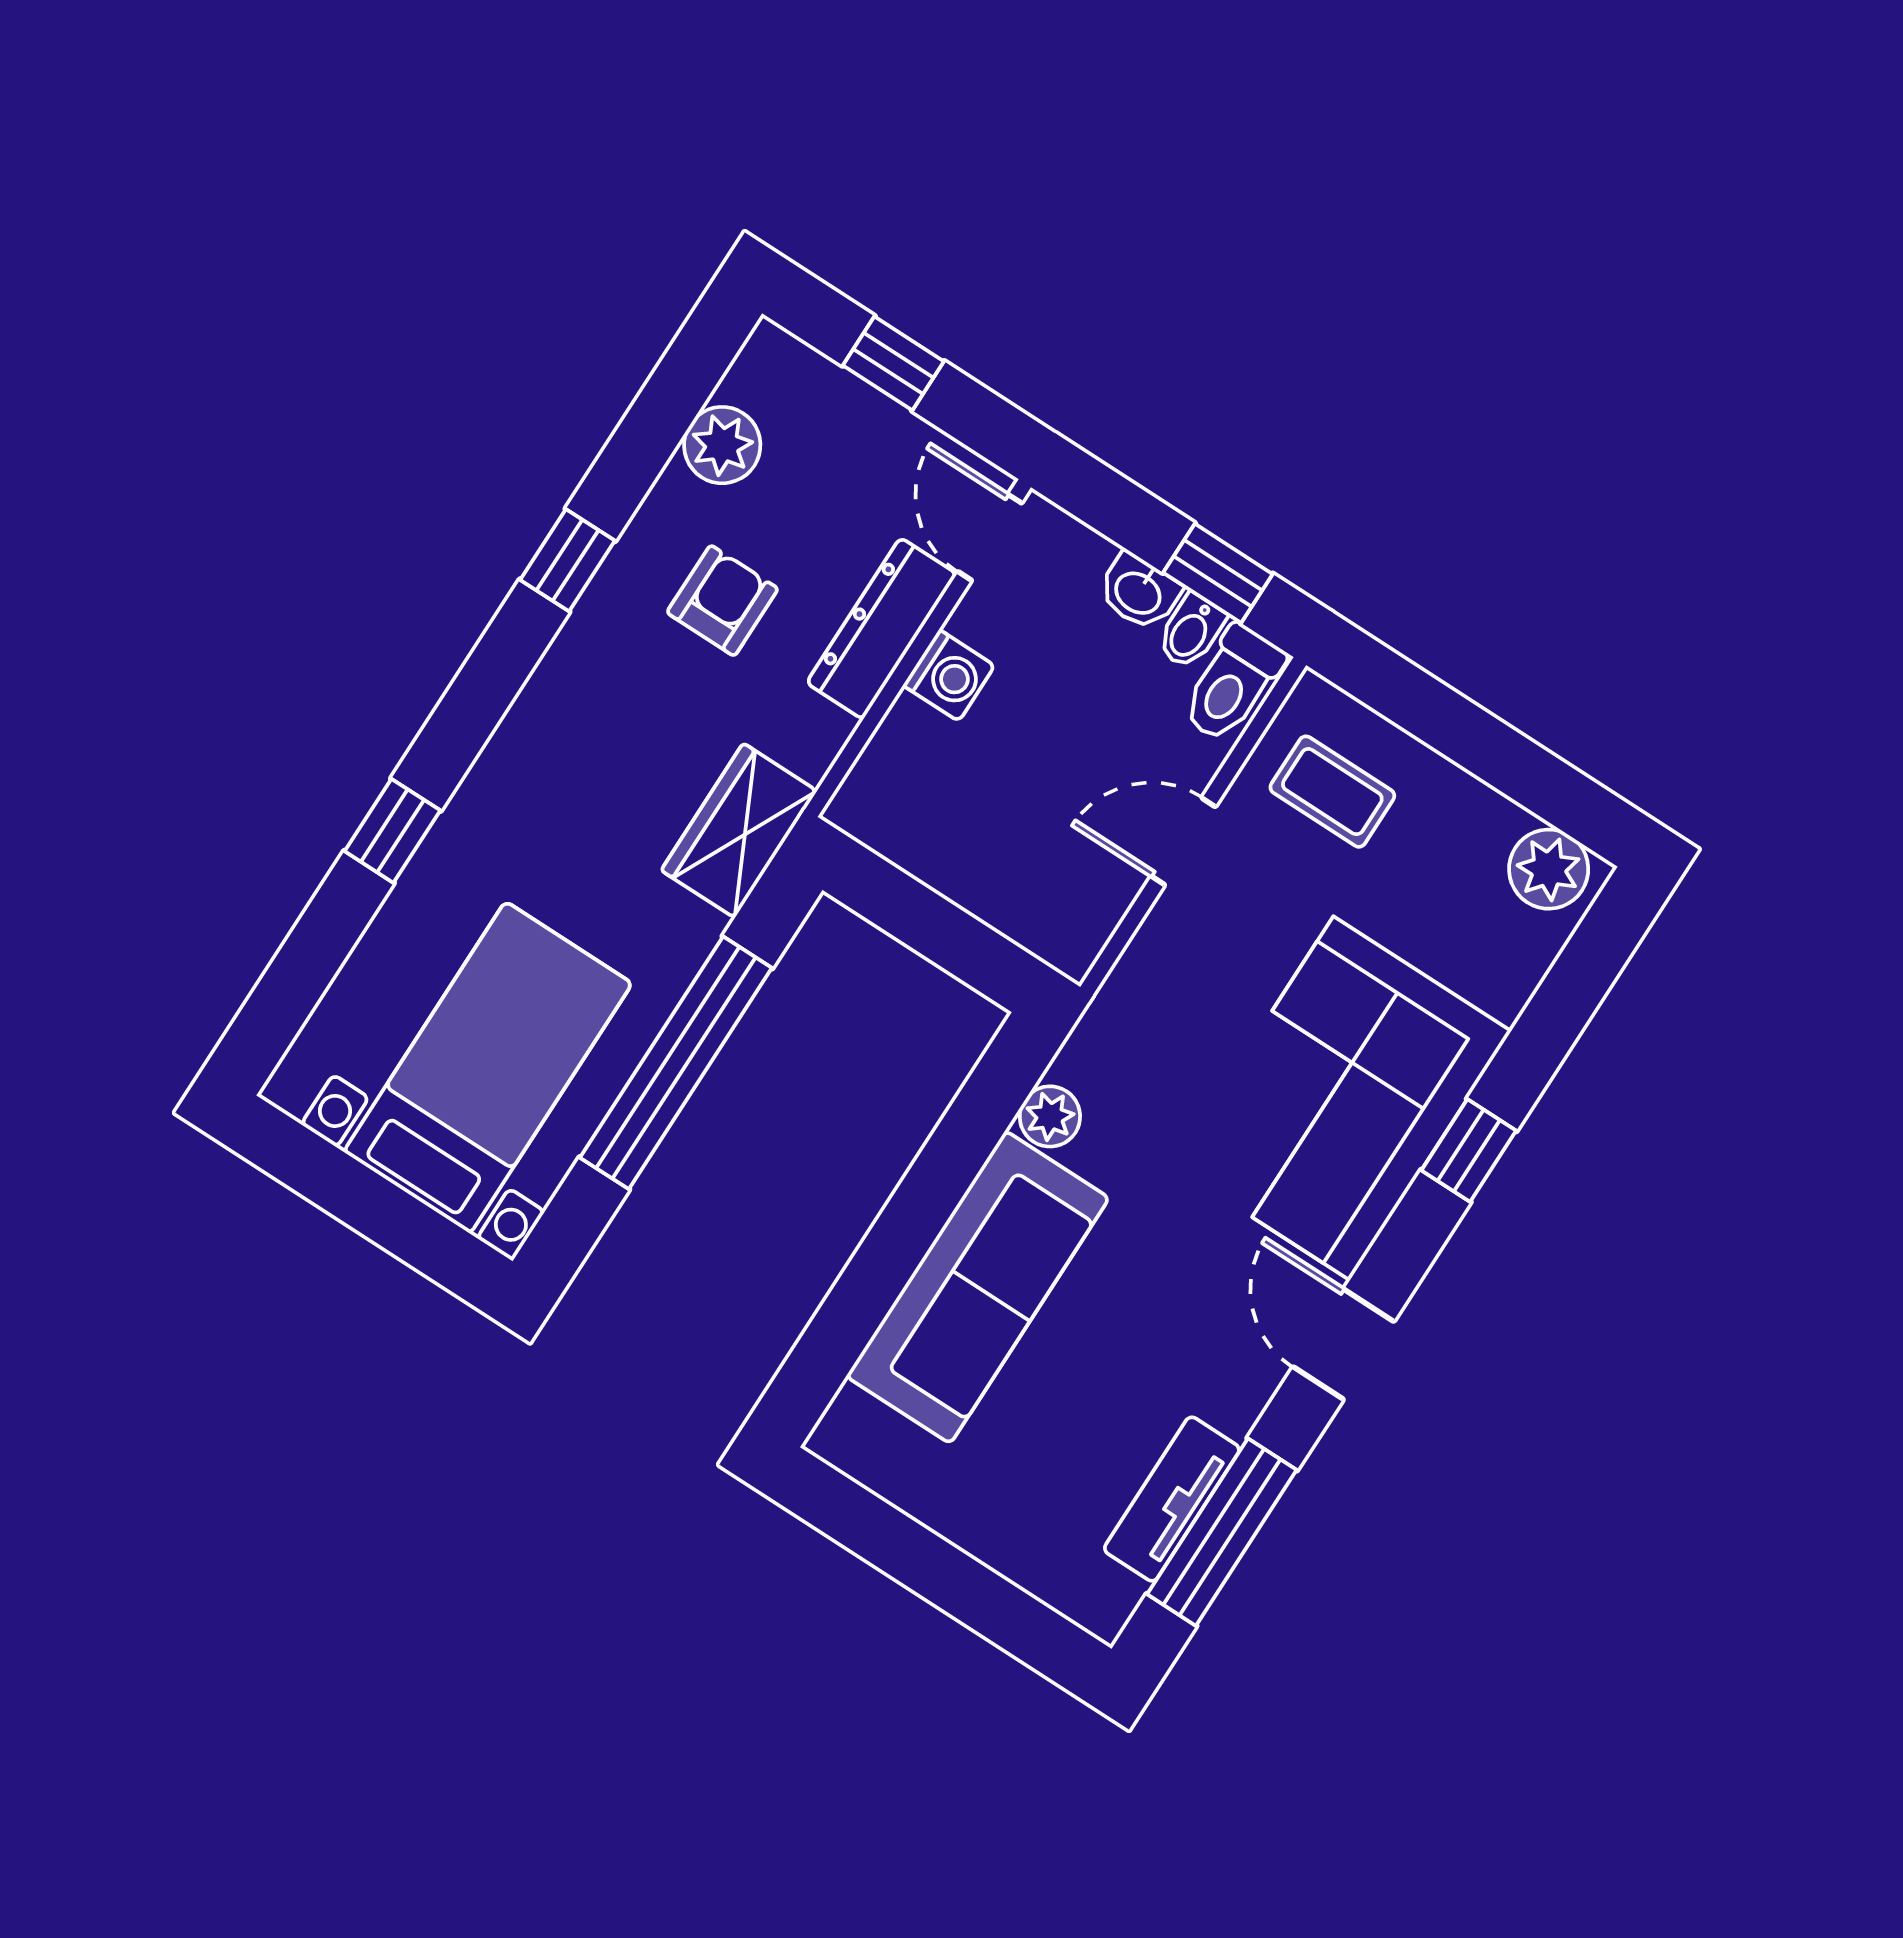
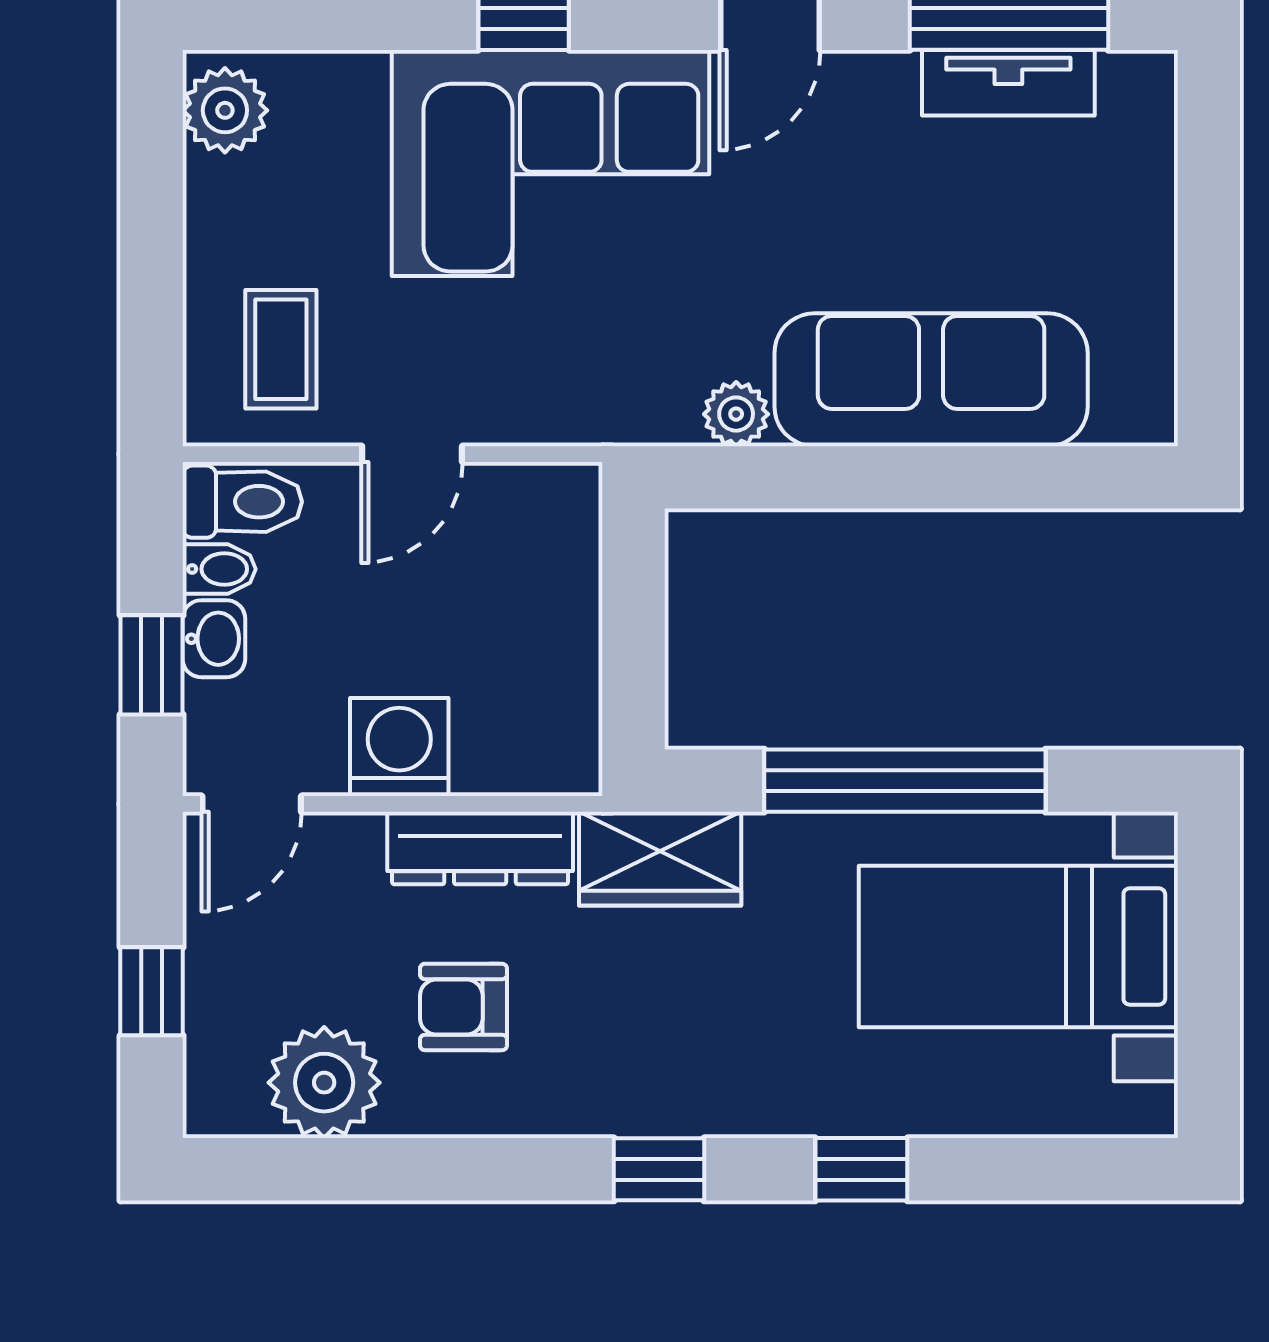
plant: (722, 445) -> (324, 1083), width x1.36, depth x1.36
window: (567, 560) -> (659, 1169), moved
window: (1218, 573) -> (152, 665), moved
dresser: (882, 628) -> (480, 848), moved
washing machine: (949, 675) -> (399, 747), width x1.38, depth x1.38
door: (1183, 841) -> (412, 454), hinge flipped

